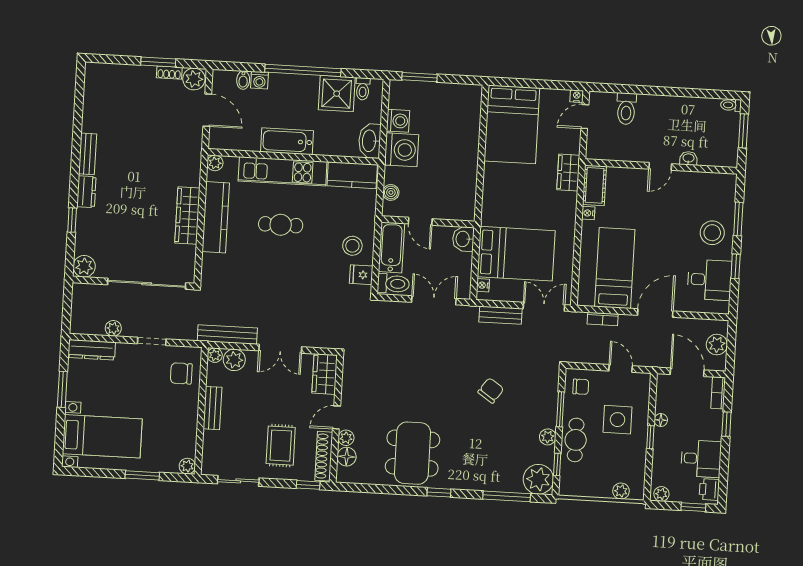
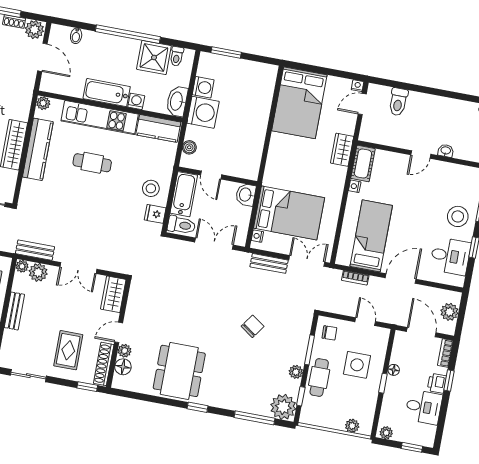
washing machine: (259, 80) -> (136, 101), moved, turned 180
bench: (227, 334) -> (35, 250), width x0.73
printer: (709, 489) -> (437, 383), moved

